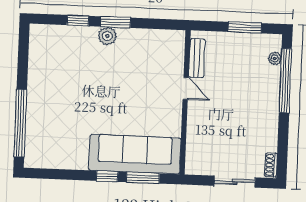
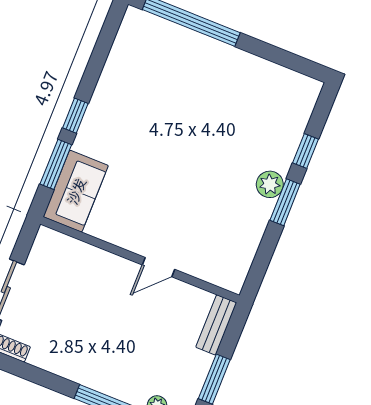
bench: (197, 58) -> (216, 325), moved, turned 90
sofa: (135, 154) -> (76, 191), width x0.54, depth x0.79

